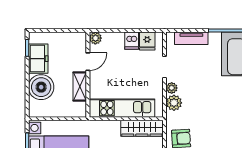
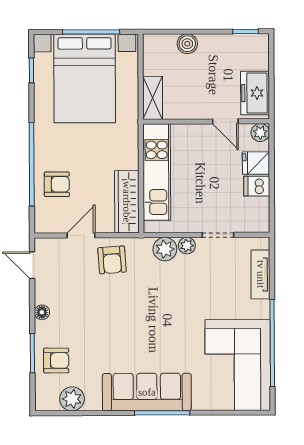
fridge: (147, 41) -> (256, 163), moved
freezer: (38, 59) -> (255, 93), moved, turned 90
boiler: (41, 87) -> (187, 44), width x0.54, depth x0.54
shelving: (80, 87) -> (153, 98), moved, turned 90

